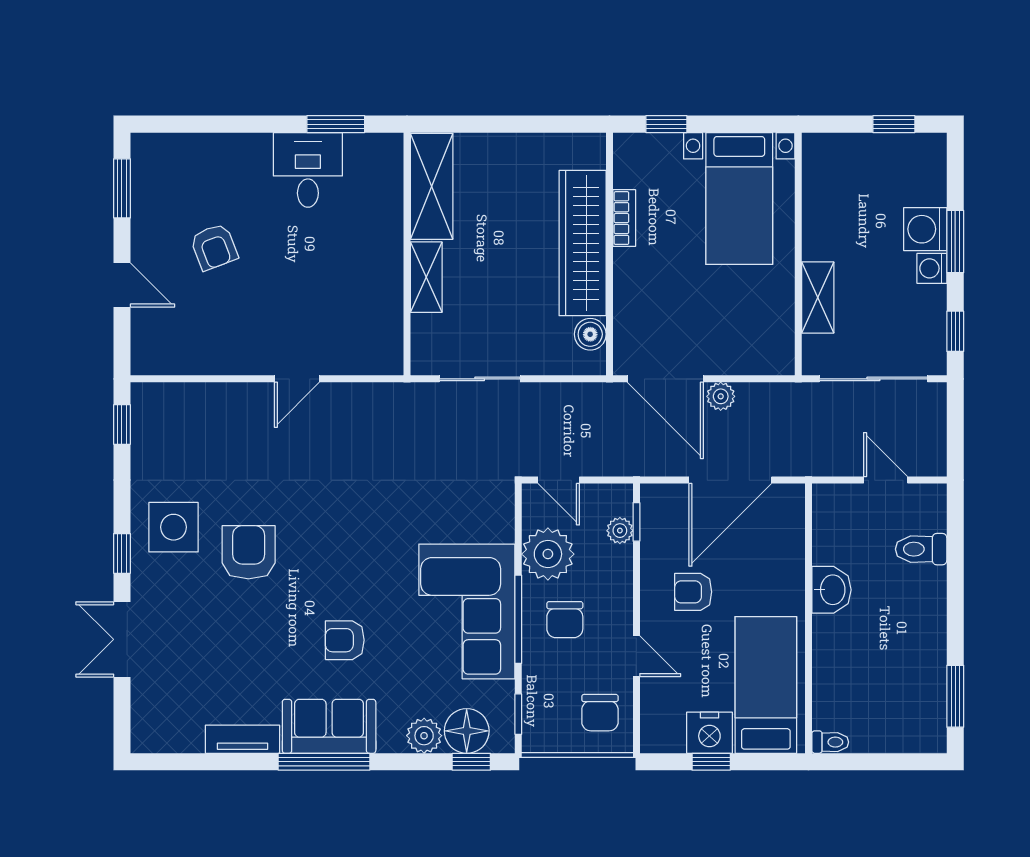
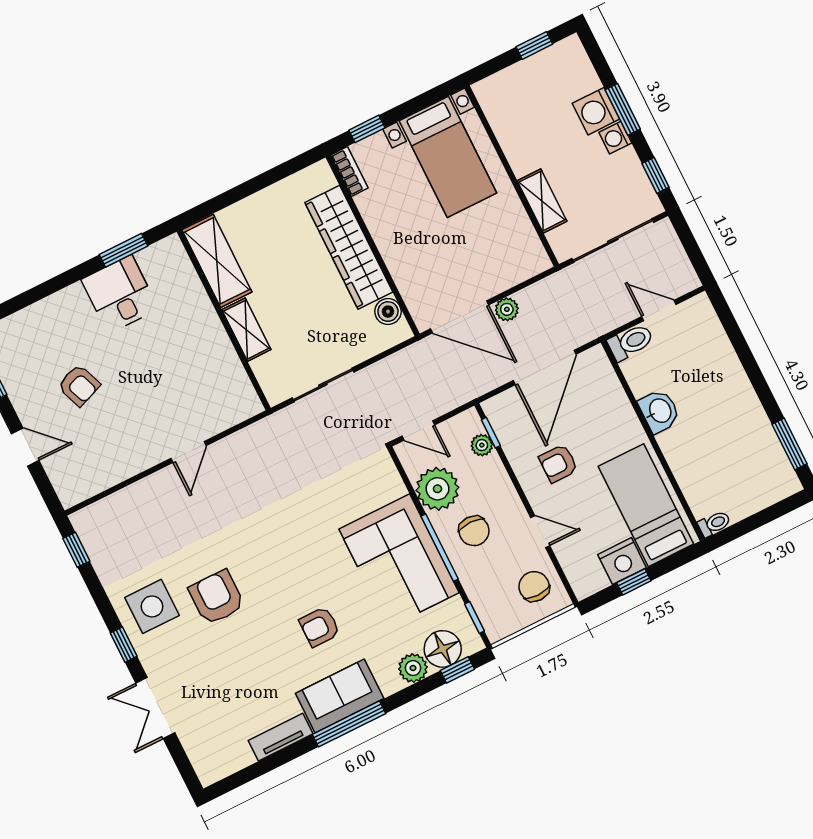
bookcase: (624, 218) -> (349, 171), moved
toilet: (921, 549) -> (631, 342), moved, turned 180
chair: (600, 713) -> (534, 586), turned 180

